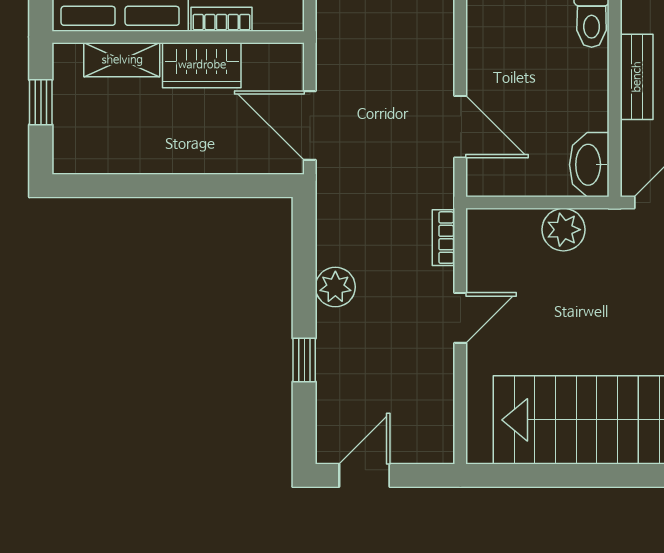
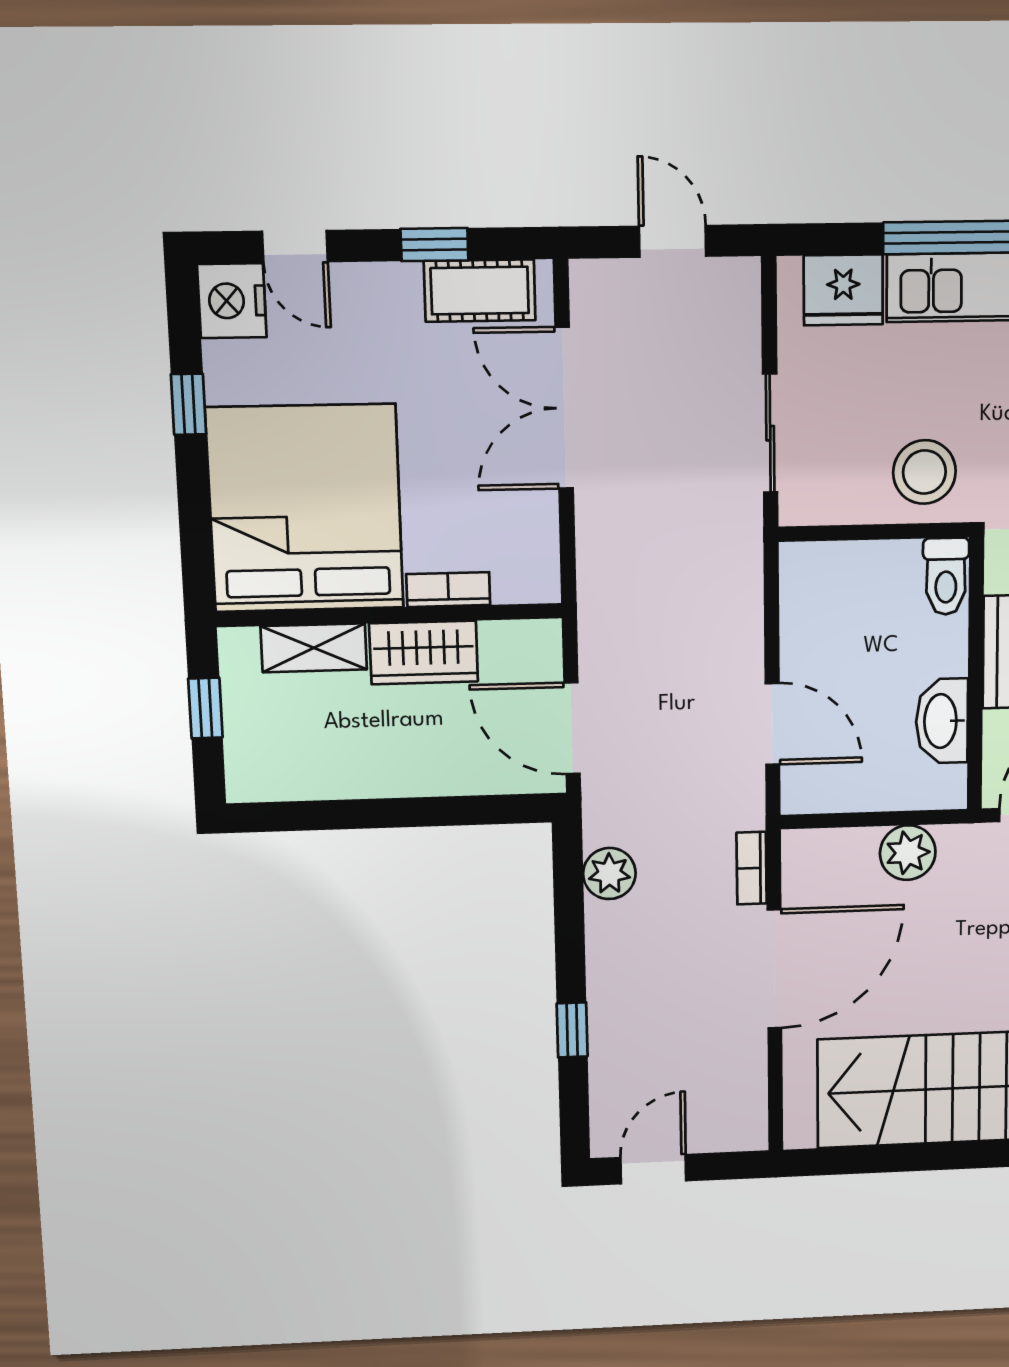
washbasin: (589, 165) -> (942, 721), moved
plant: (335, 287) -> (609, 874), moved
door: (460, 318) -> (774, 969), width x1.88

